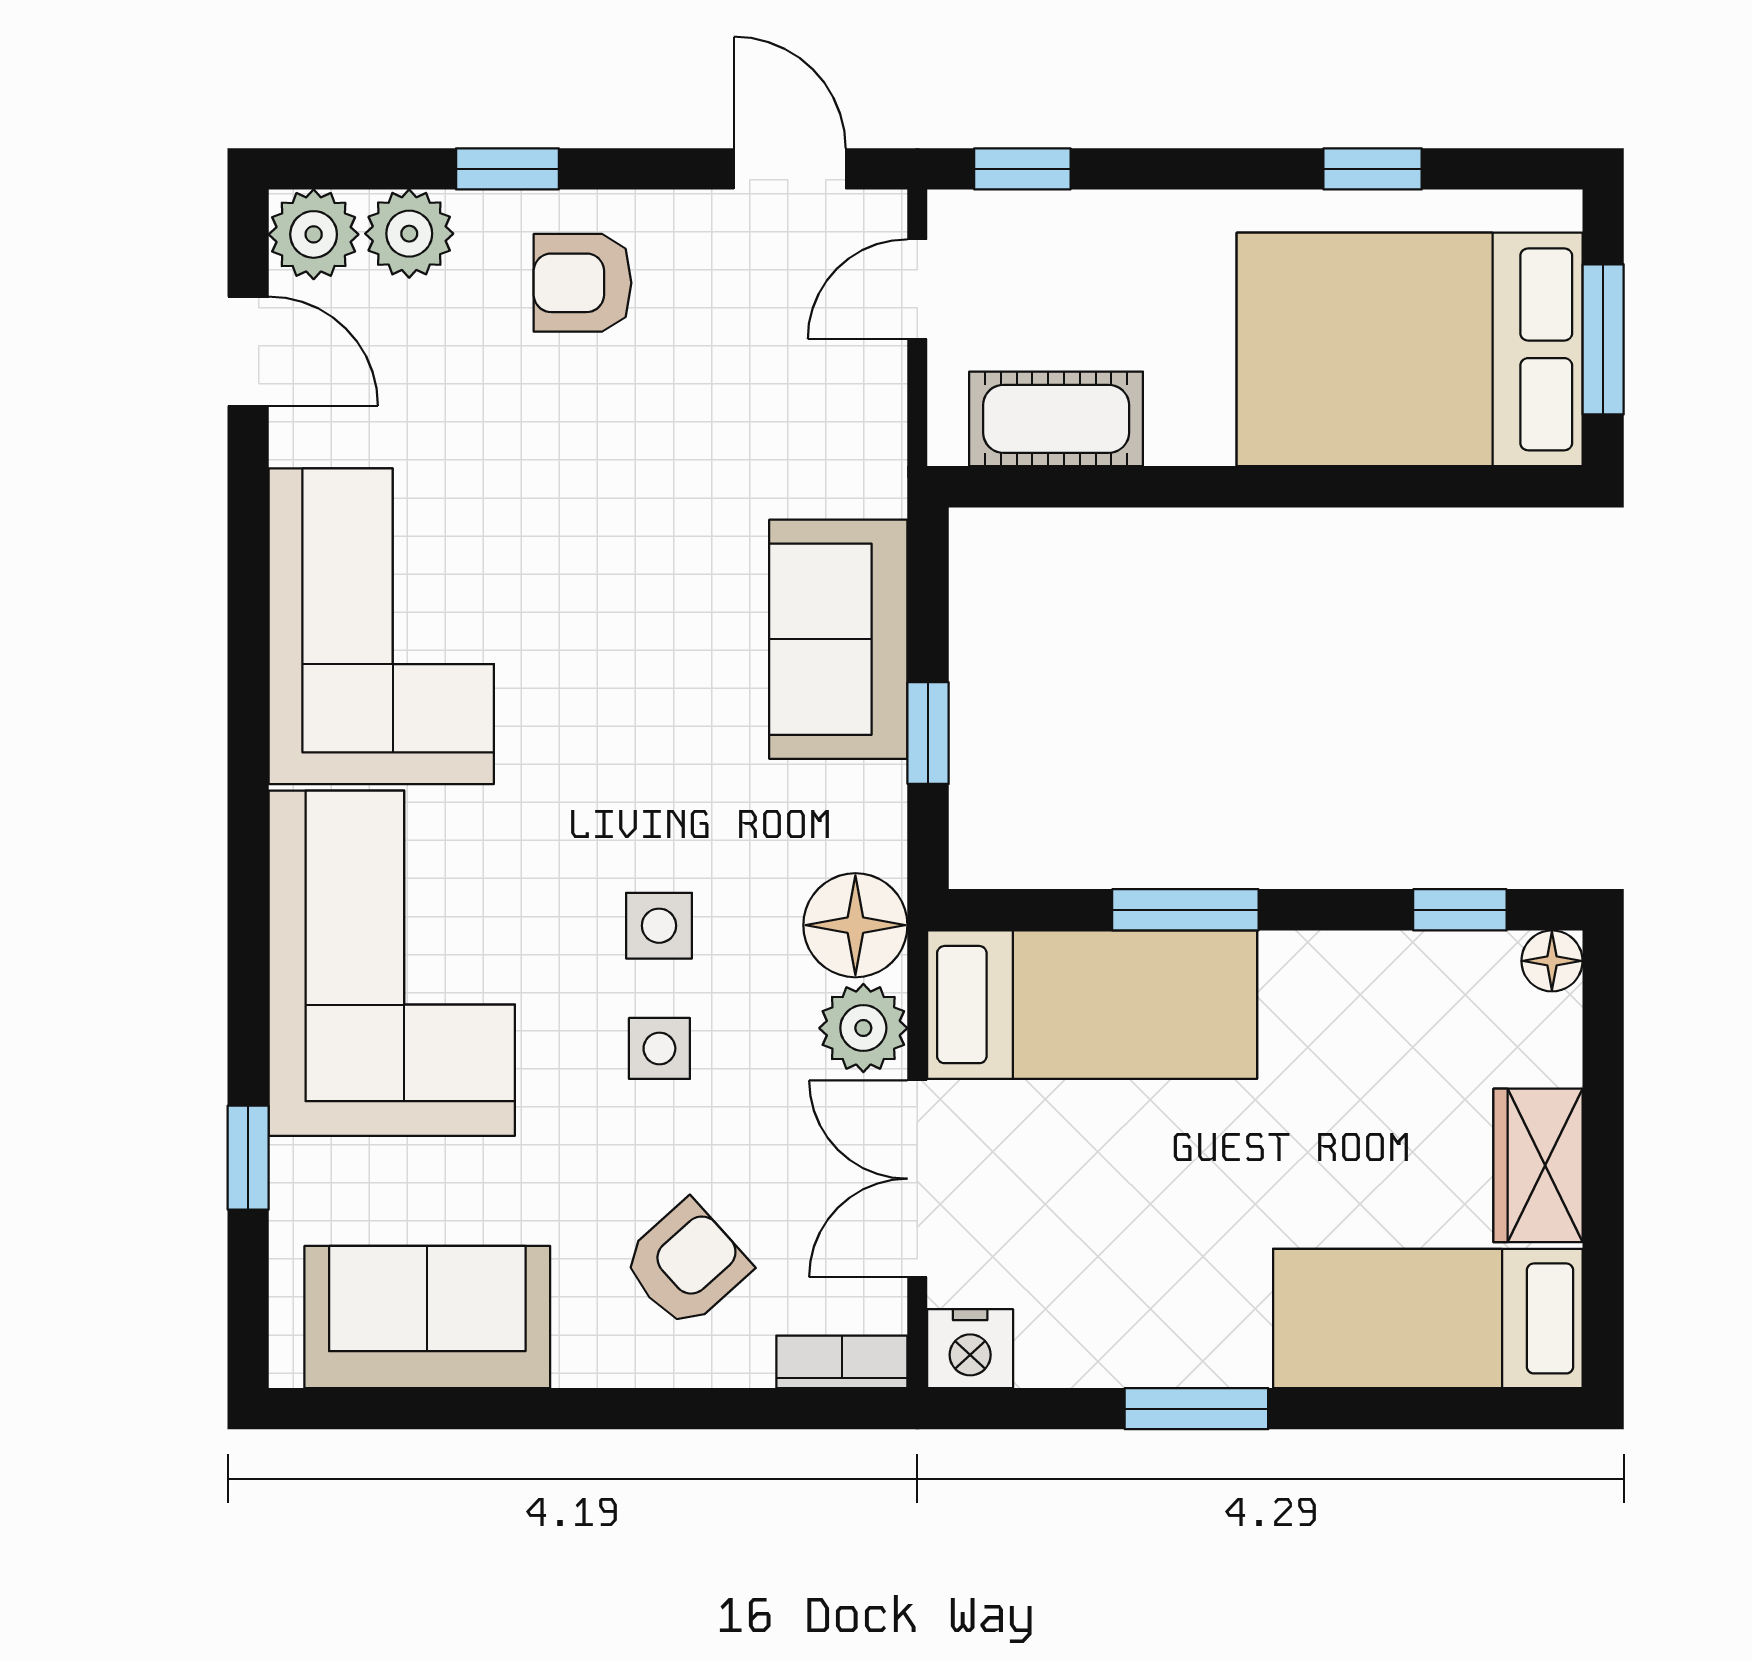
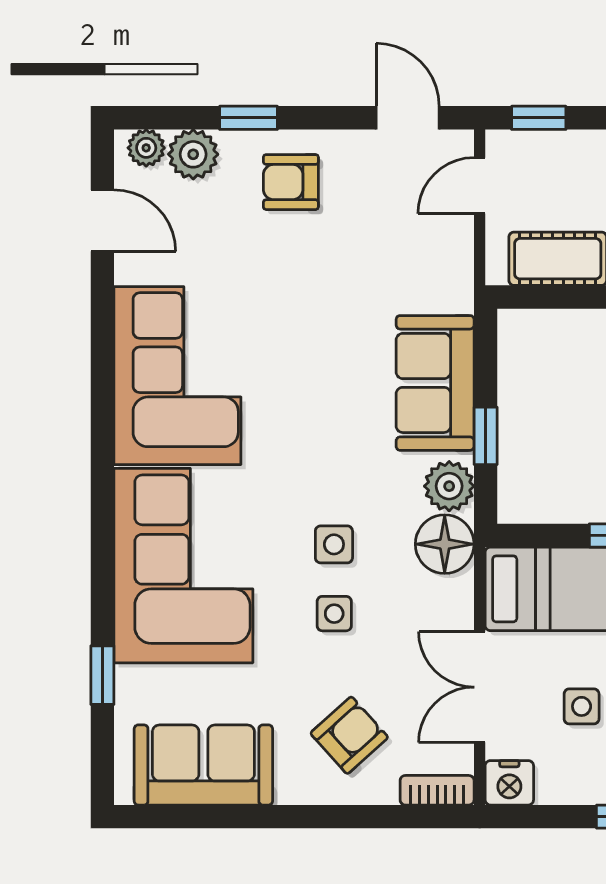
plant: (314, 234) -> (146, 148), width x0.73, depth x0.73
plant: (863, 1028) -> (449, 486), moved
side table: (1098, 1213) -> (582, 706), added

